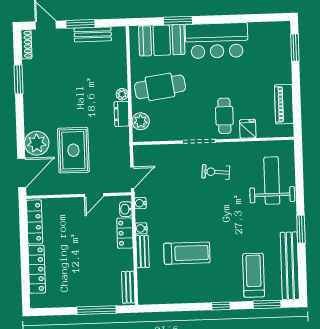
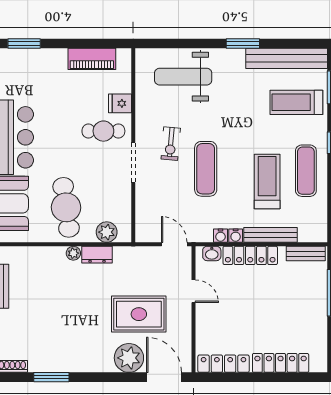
exercise mat: (196, 202) -> (206, 169), added
water cooler: (140, 203) -> (221, 236), moved
locker: (125, 233) -> (250, 255), width x1.53
bench: (143, 252) -> (271, 235), width x1.36
exercise mat: (197, 285) -> (306, 171), added

